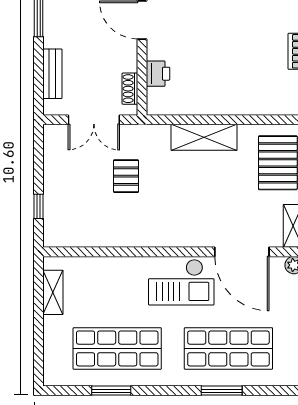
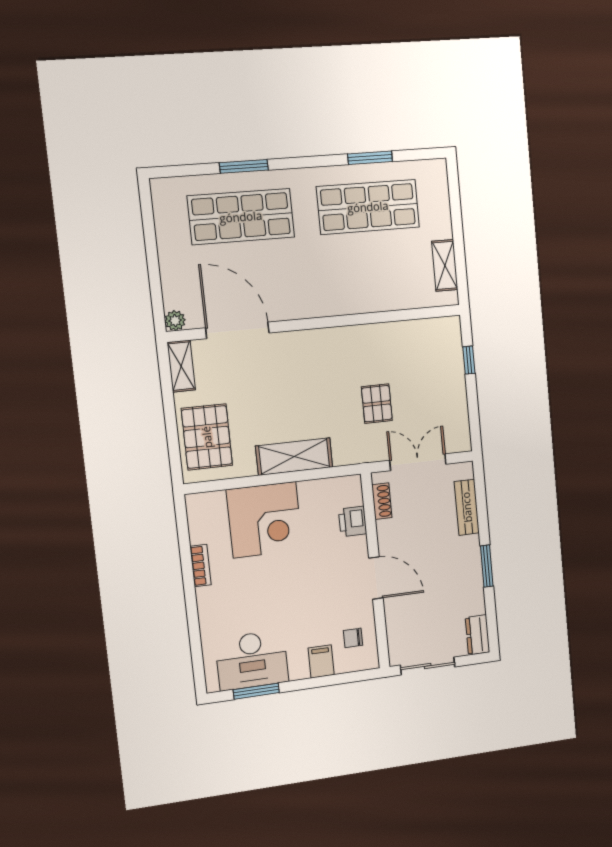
corner desk: (236, 85) -> (265, 520), added
checkout: (181, 282) -> (303, 289), removed

